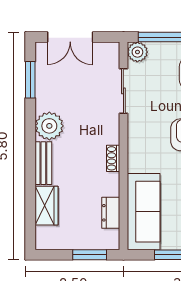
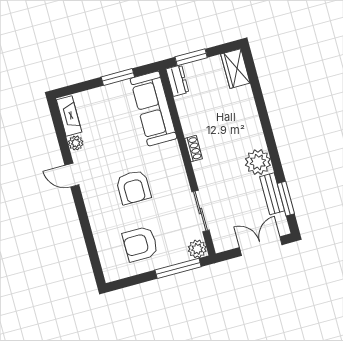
bench: (43, 163) -> (272, 194), moved
wardrobe: (46, 206) -> (235, 69), moved
dresser: (111, 213) -> (177, 81), moved

